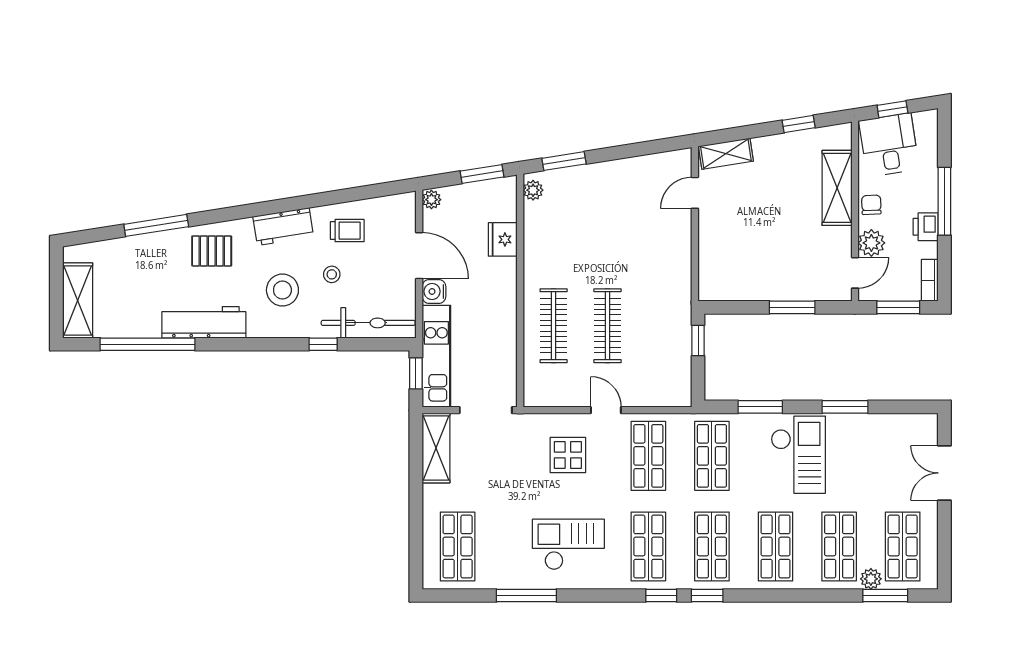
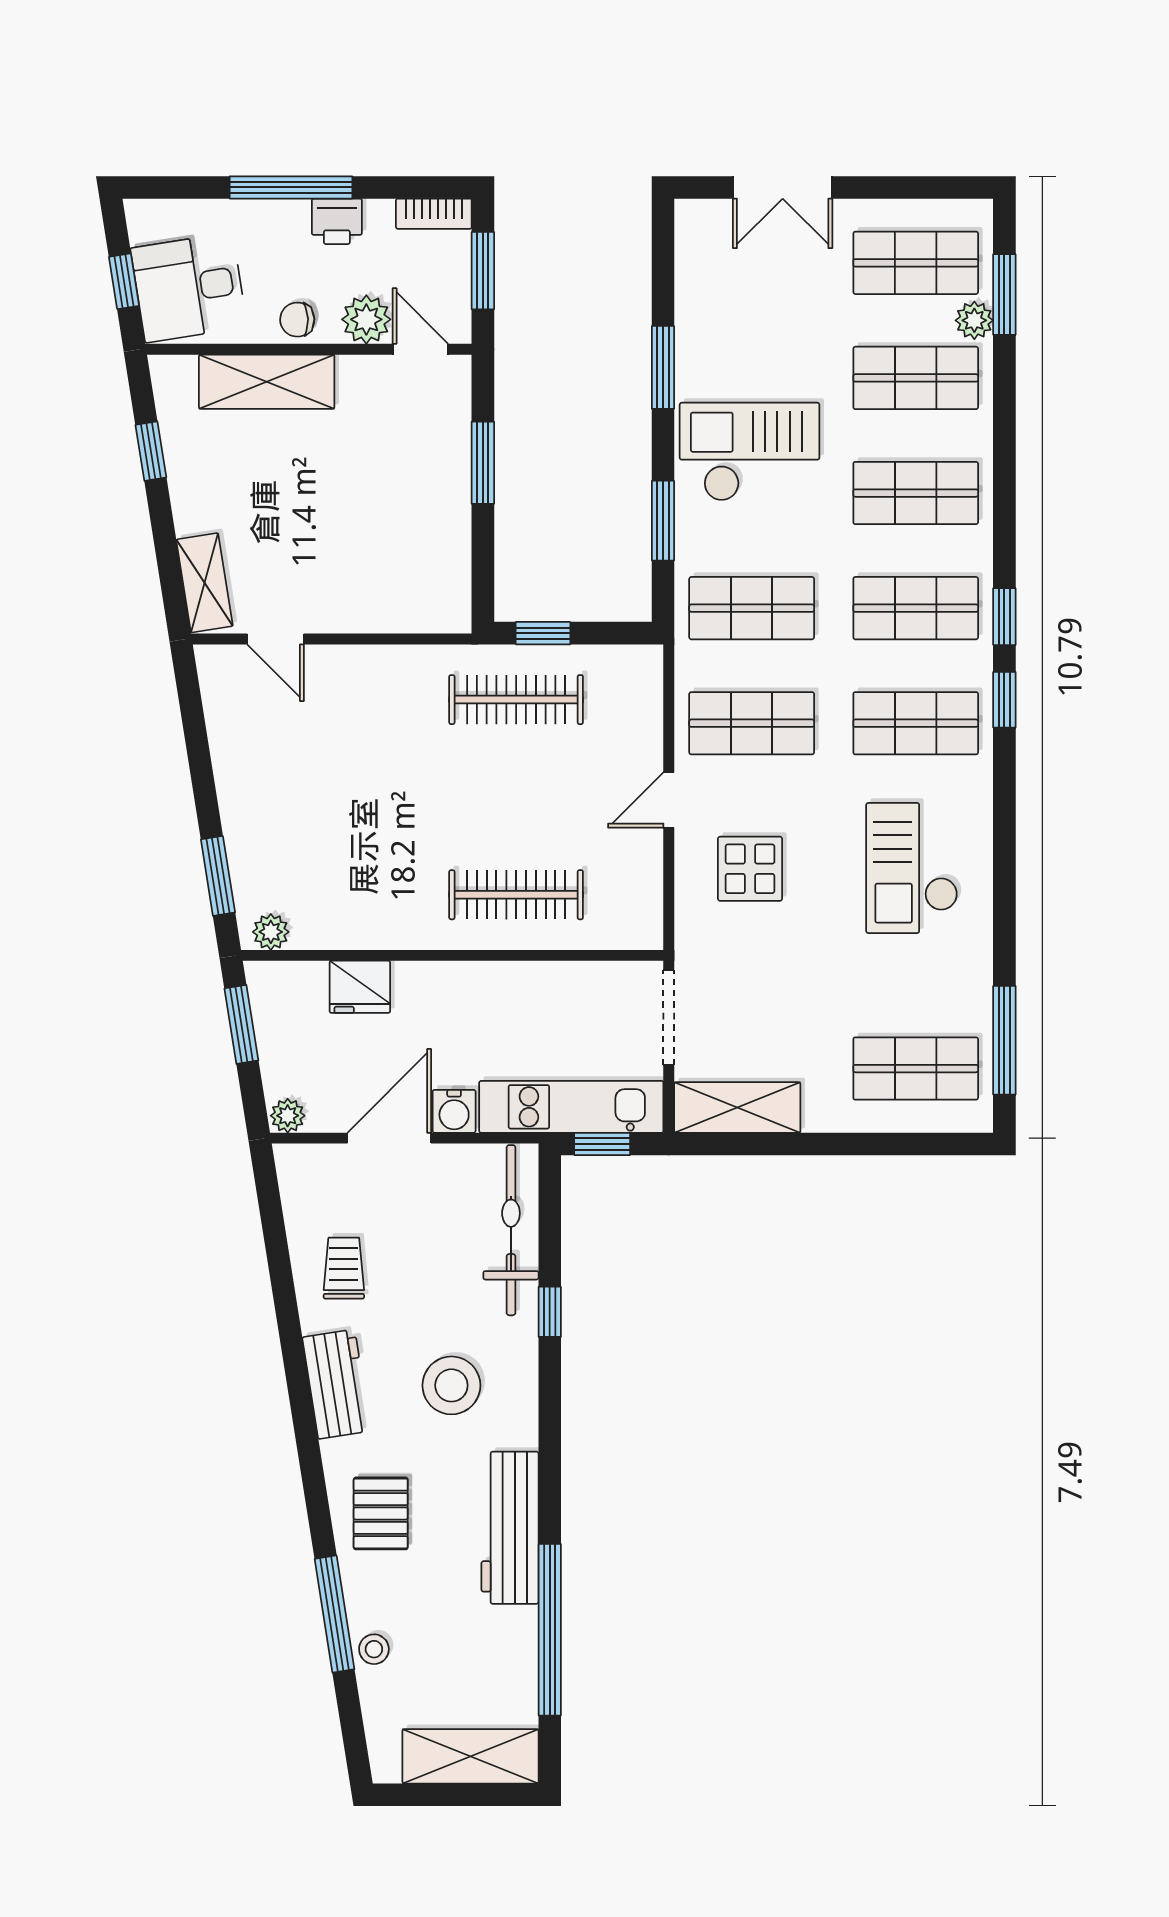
stool: (332, 274) -> (374, 1649), moved
clothes rail: (607, 326) -> (516, 700), moved
window: (526, 595) -> (1004, 1040), moved

